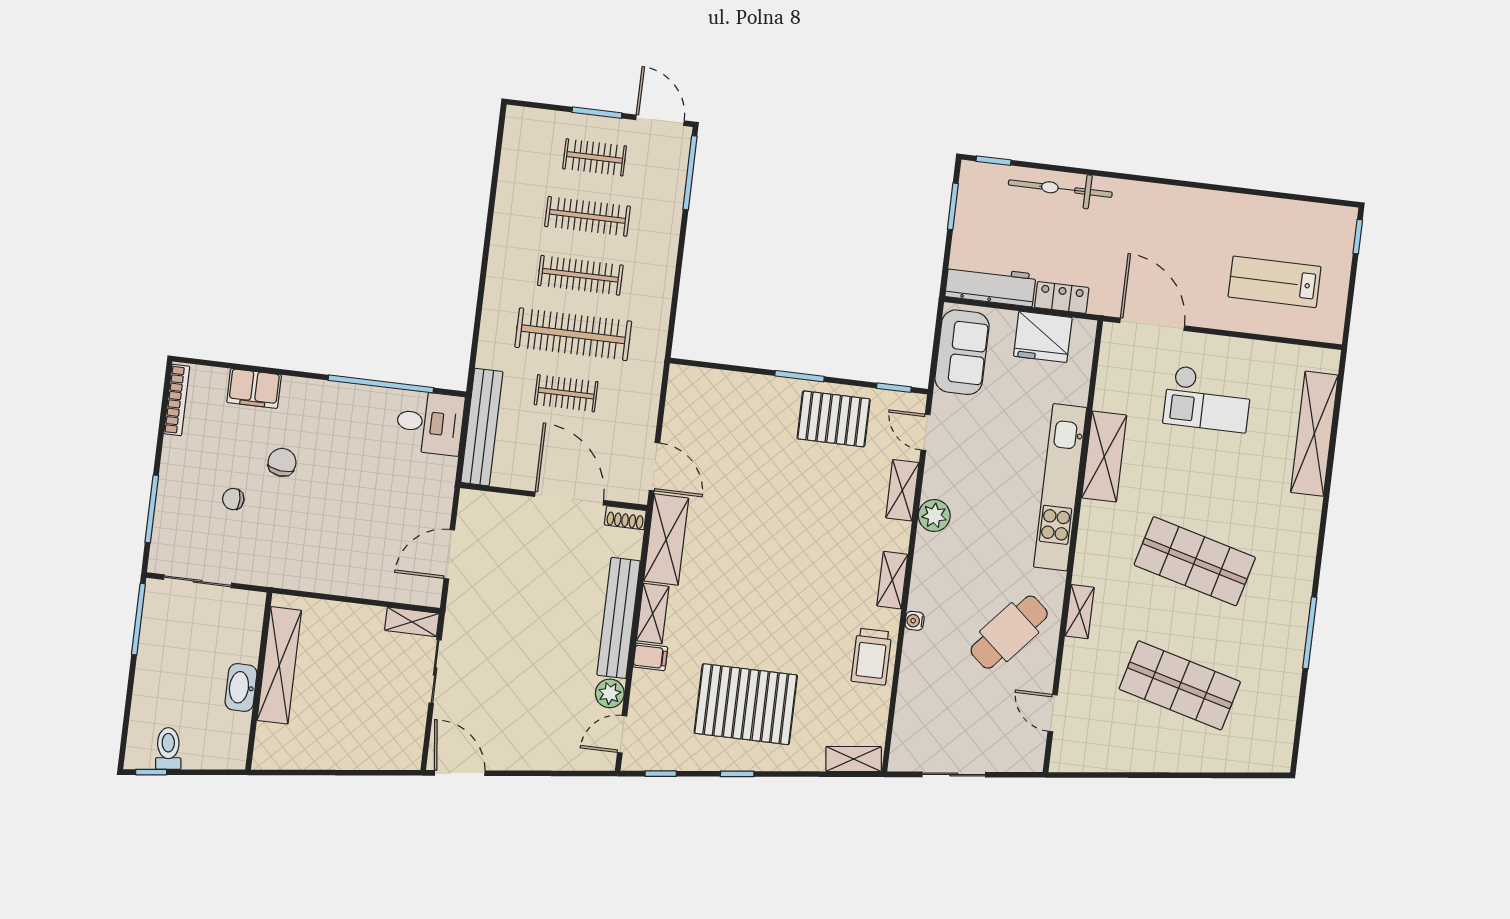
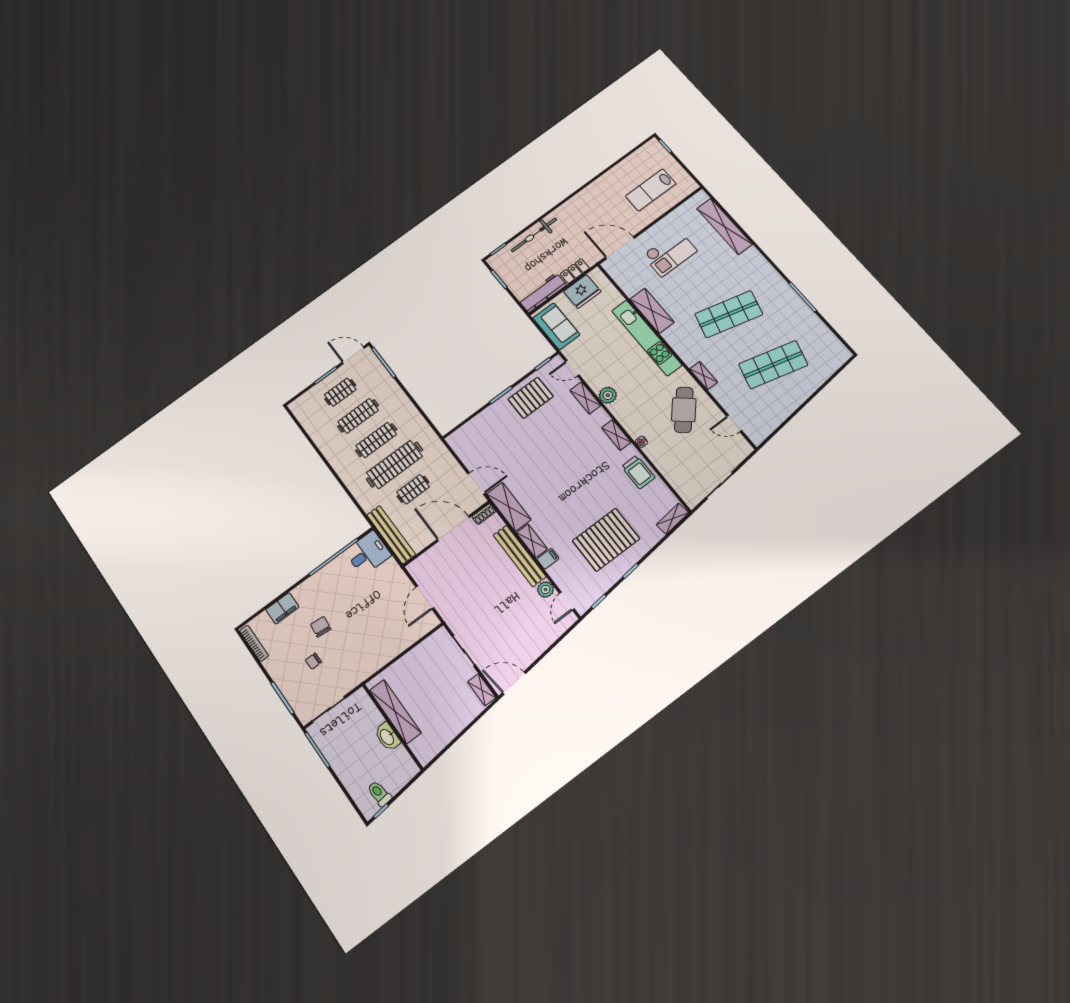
shelving: (412, 622) -> (482, 690), moved, turned 90

